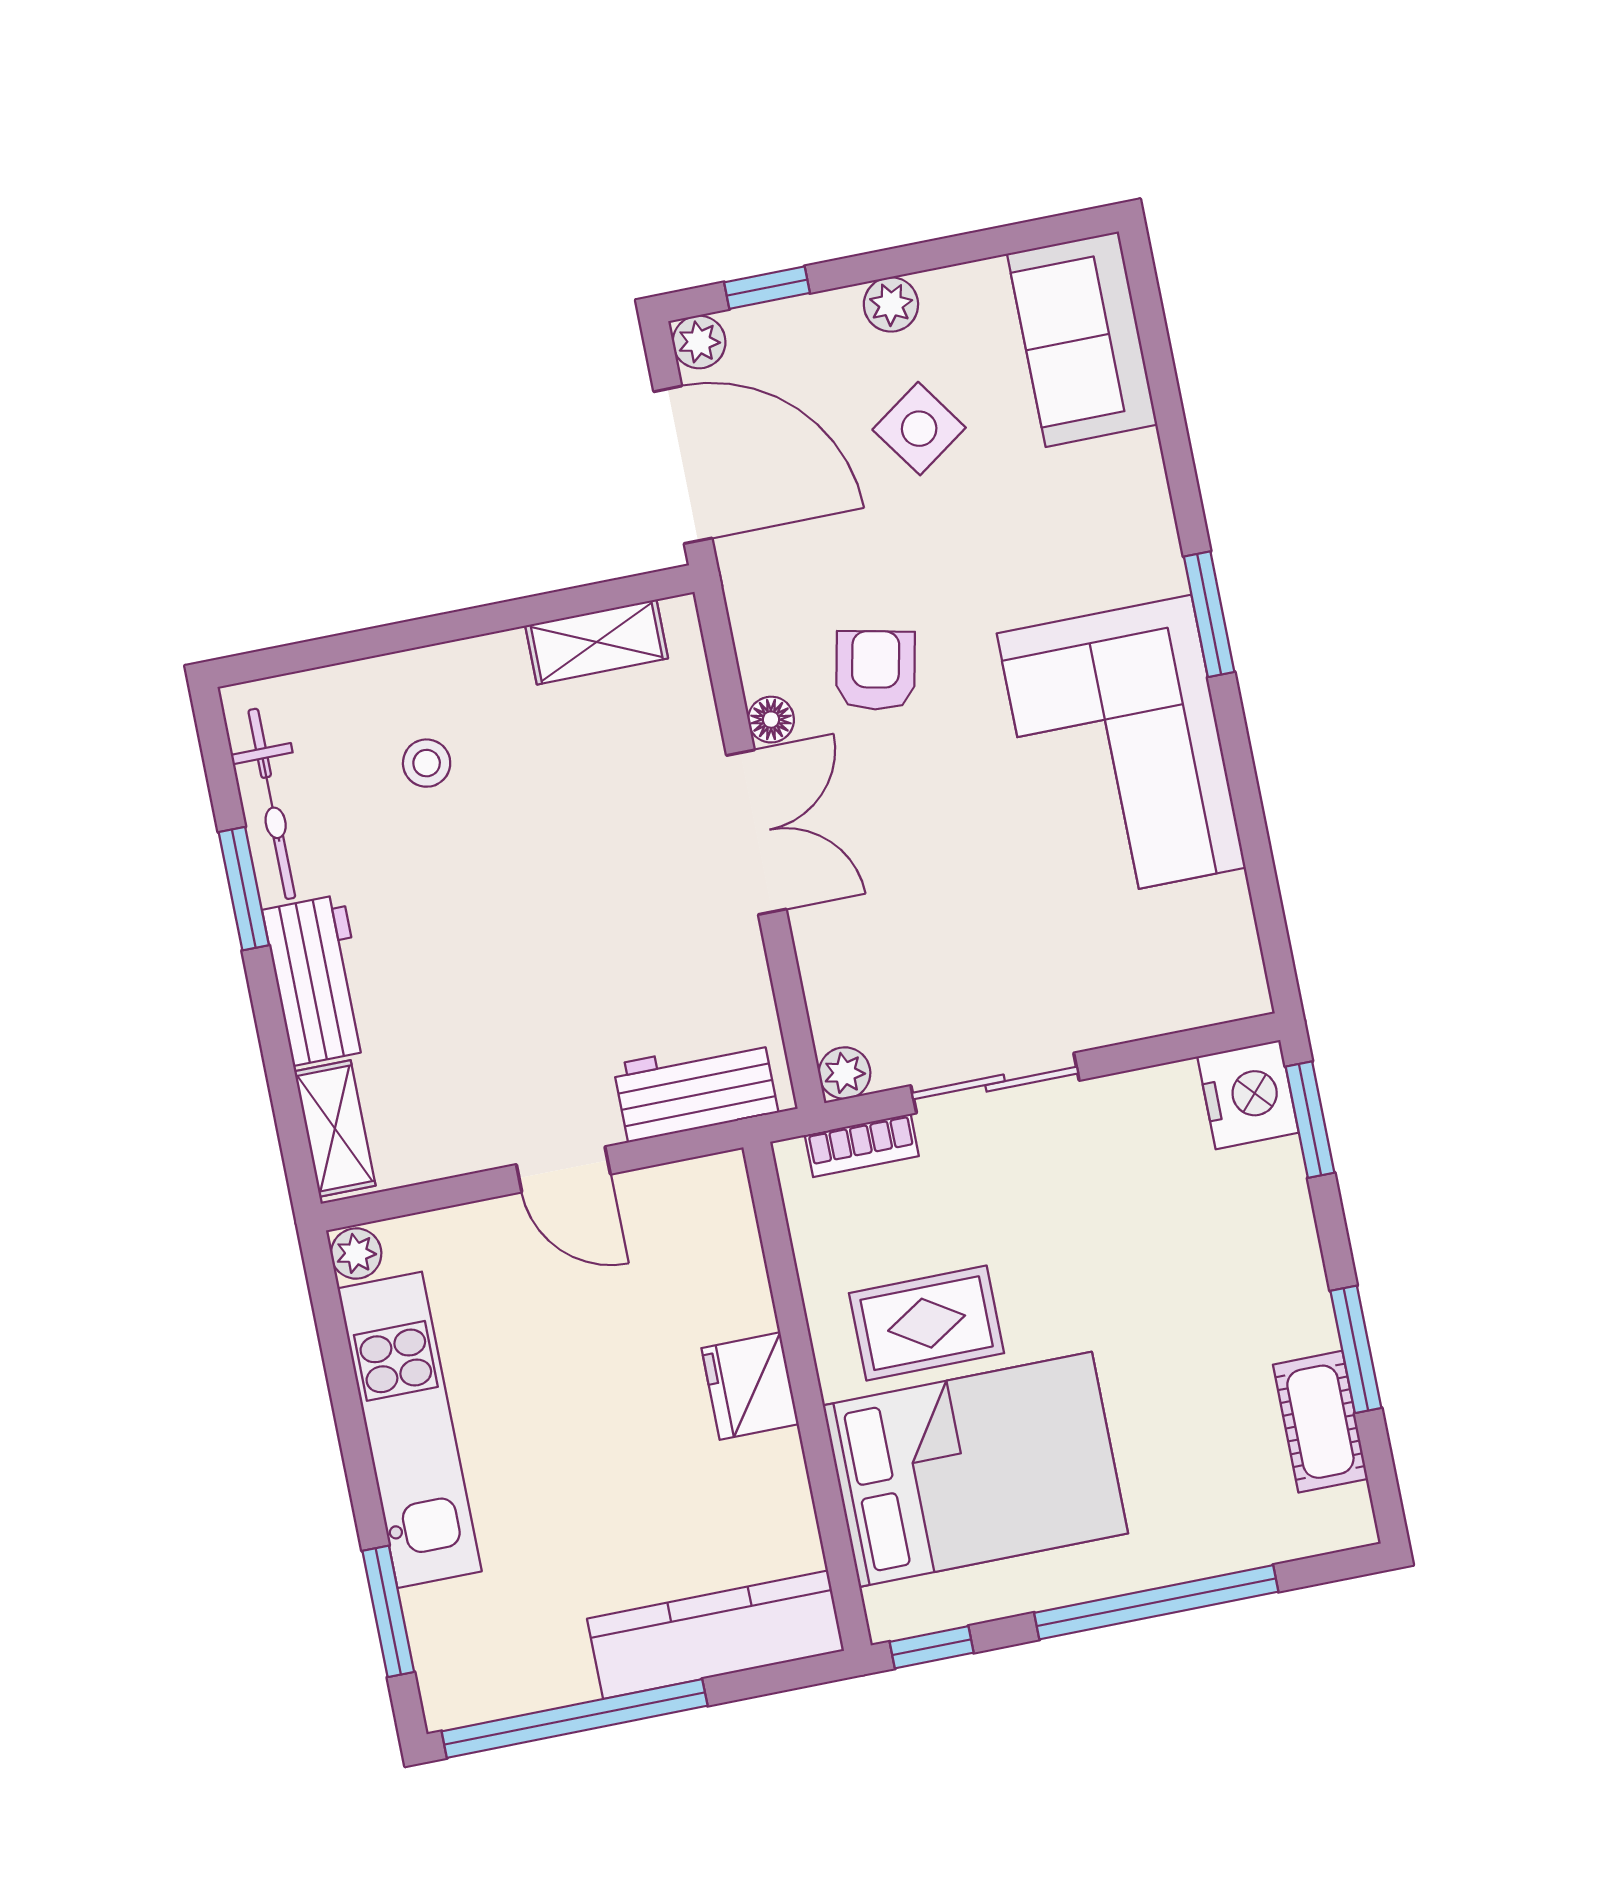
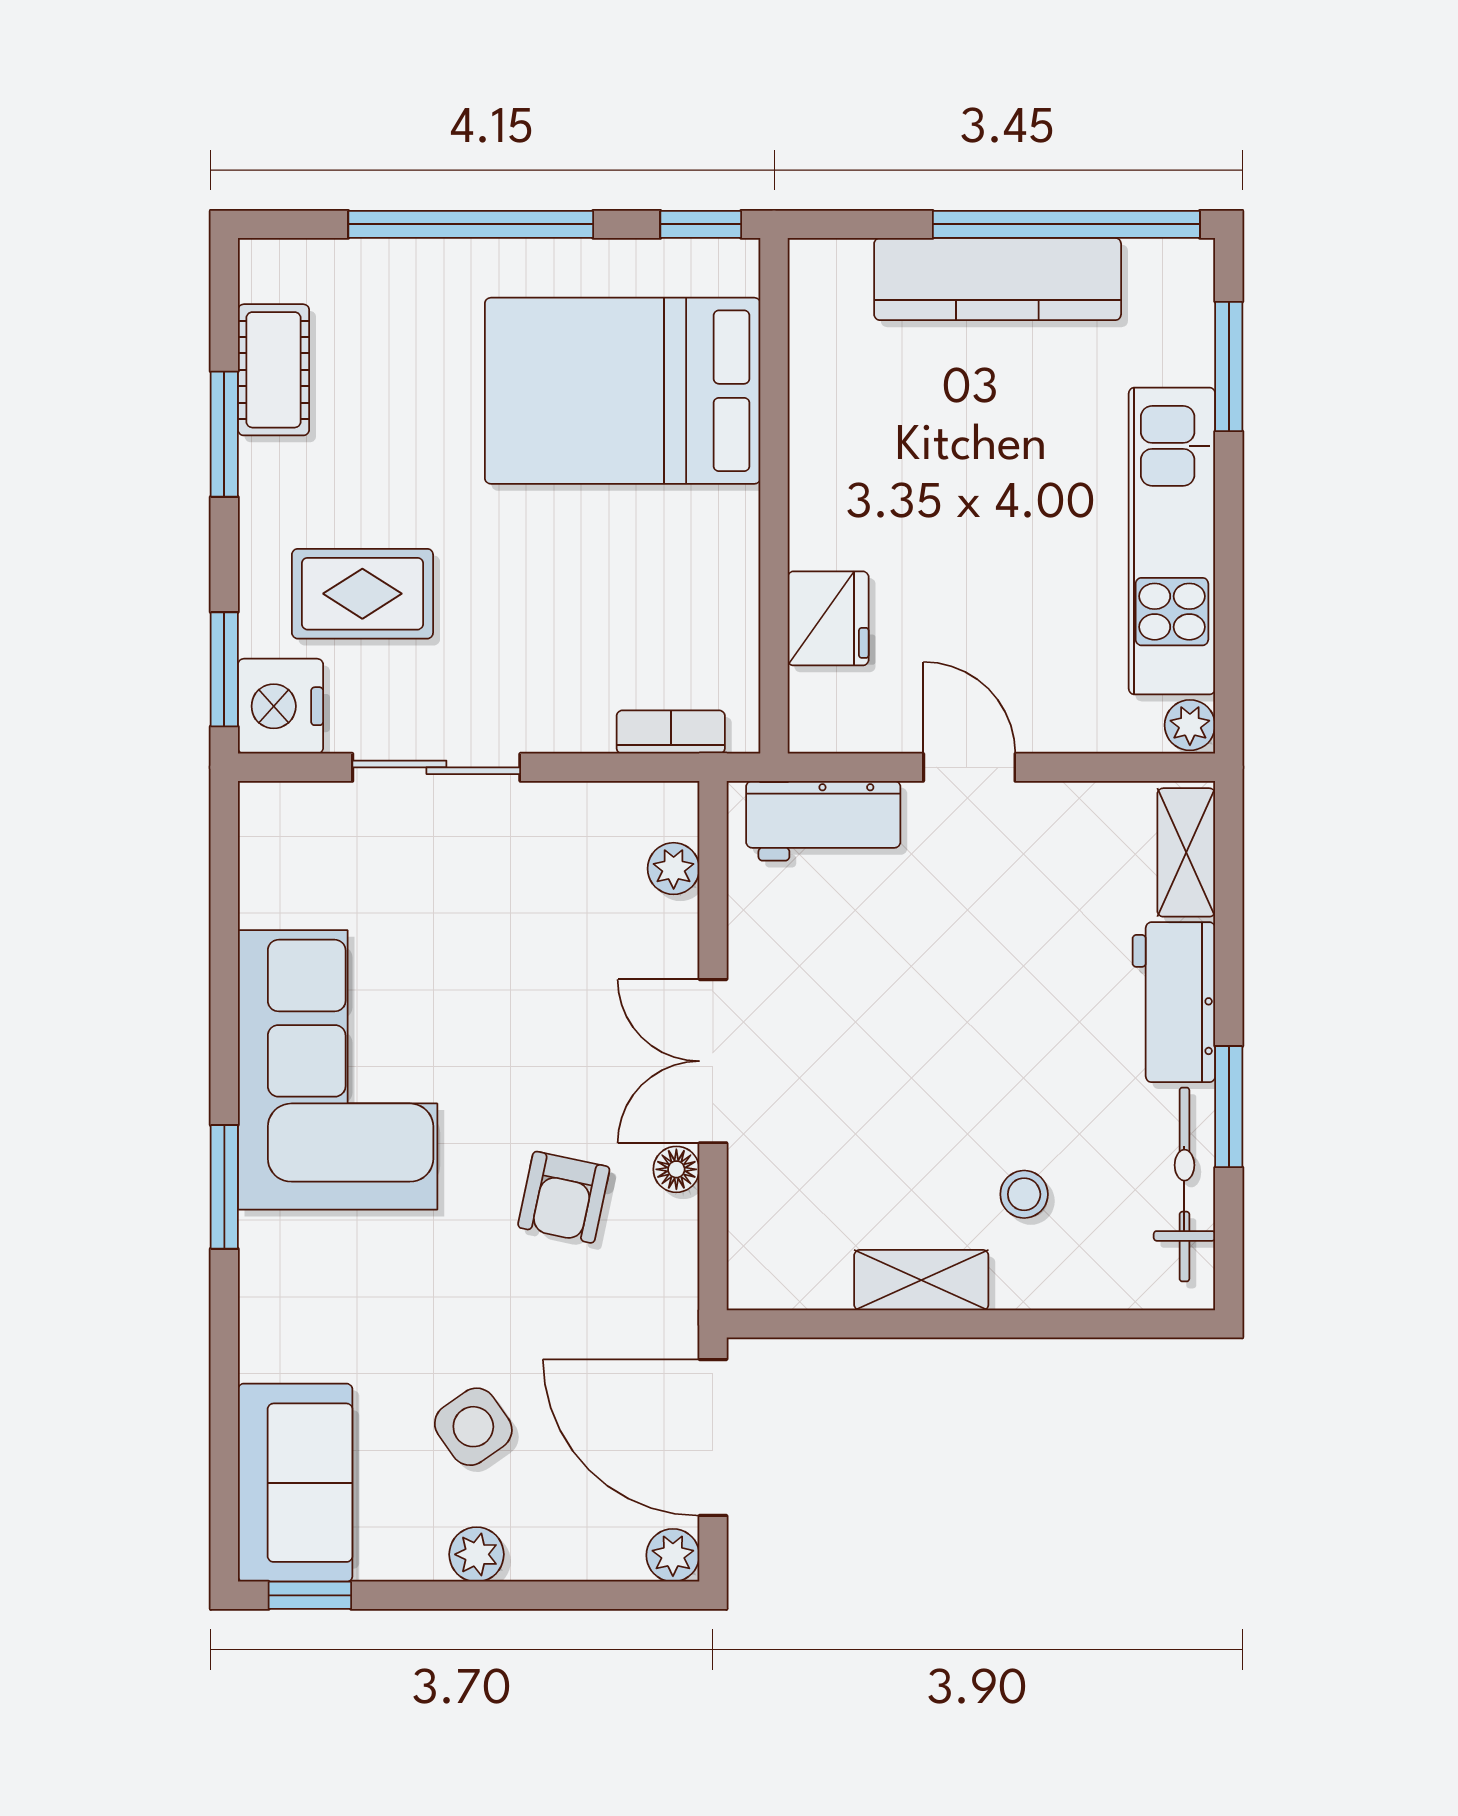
window: (767, 288) -> (310, 1595), moved
shelving: (597, 642) -> (921, 1280), moved
plant: (845, 1073) -> (674, 869), moved
sliding door: (995, 1083) -> (436, 767), moved
rug: (927, 1323) -> (362, 594), moved
fridge: (750, 1386) -> (828, 618), moved
kitchen counter: (716, 1635) -> (998, 279), moved

